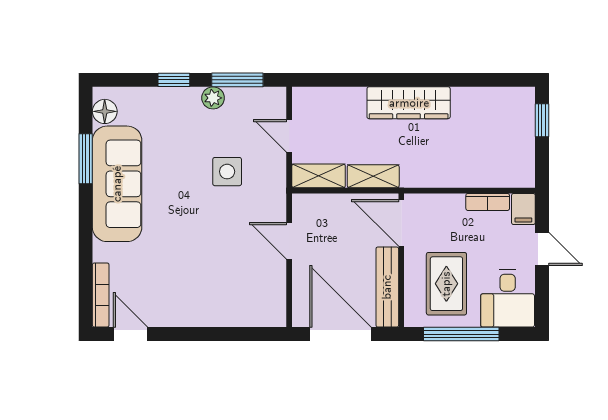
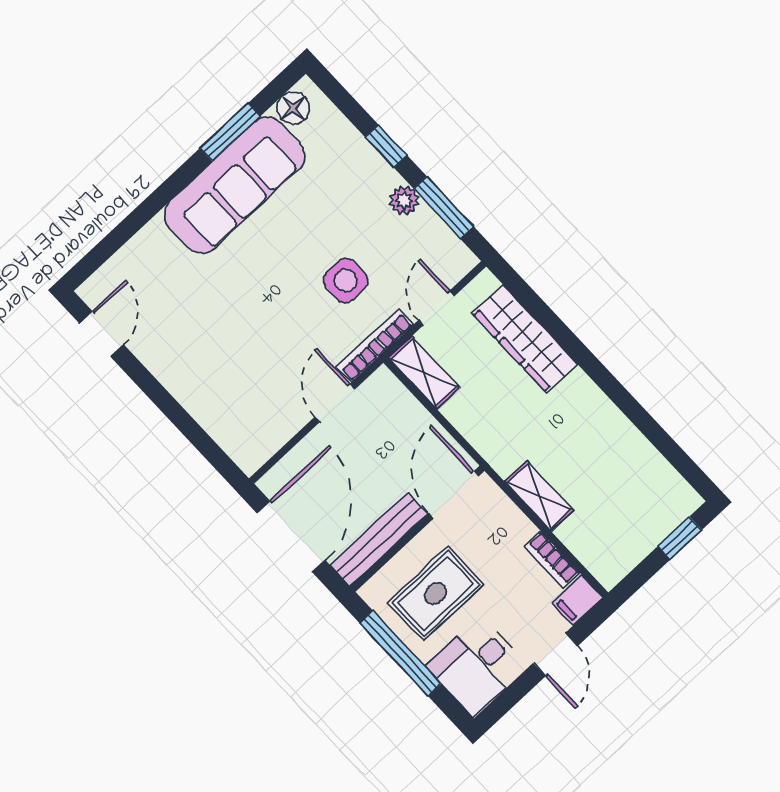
wardrobe: (409, 103) -> (525, 339), moved
shelving: (373, 176) -> (539, 496), moved
bookcase: (101, 295) -> (375, 346), moved, turned 180

